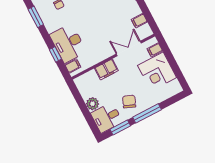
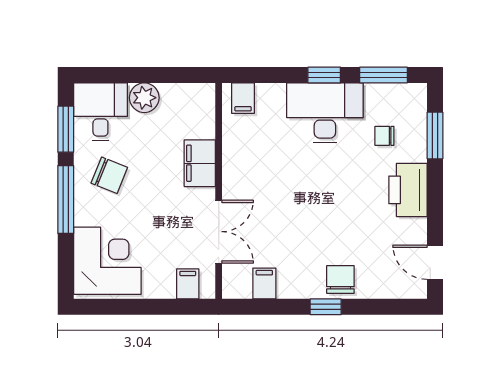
desk: (68, 43) -> (325, 113), moved
window: (55, 54) -> (324, 75), moved
corner desk: (157, 72) -> (107, 261), moved, turned 90

